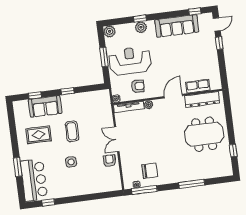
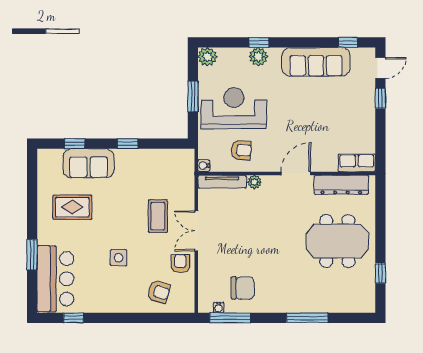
row of seats: (198, 86) -> (357, 163), moved
coffee table: (72, 131) -> (158, 216), moved
armchair: (98, 180) -> (159, 292), added

